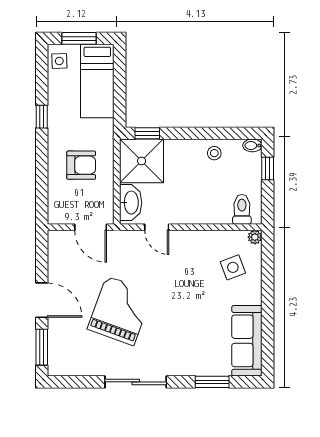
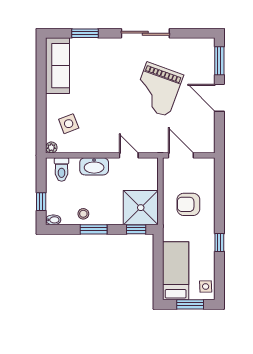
window: (201, 133) -> (94, 229), added
washbasin: (131, 203) -> (94, 166), moved, turned -90

